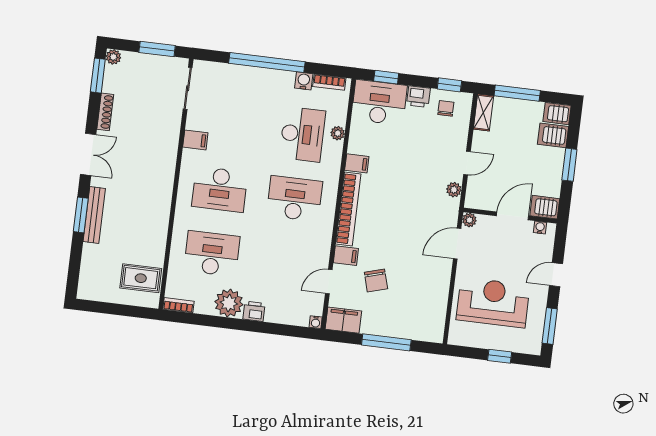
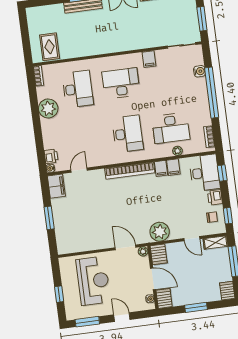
water cooler: (304, 81) -> (199, 71), moved
server rack: (553, 135) -> (159, 254), moved, turned 180
door: (467, 163) -> (192, 239), moved
desk: (220, 189) -> (121, 83), turned 90
plant: (454, 190) -> (160, 232), width x1.88, depth x1.88
filing cabinet: (346, 256) -> (173, 167), moved
chair: (376, 280) -> (88, 201), removed
door: (329, 282) -> (79, 170), hinge flipped
printer: (254, 311) -> (51, 156), moved
window: (386, 342) -> (49, 218), width x0.69

